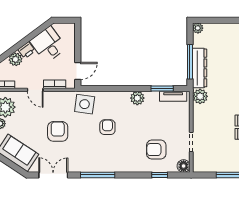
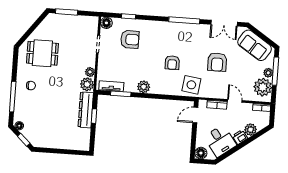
plant: (198, 28) -> (90, 72), moved
floor lamp: (69, 29) -> (201, 153), added
window: (190, 62) -> (94, 116), width x0.46

